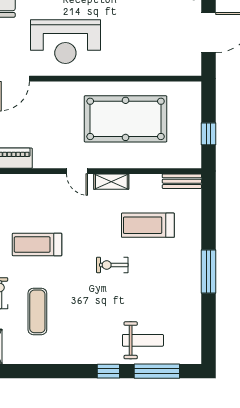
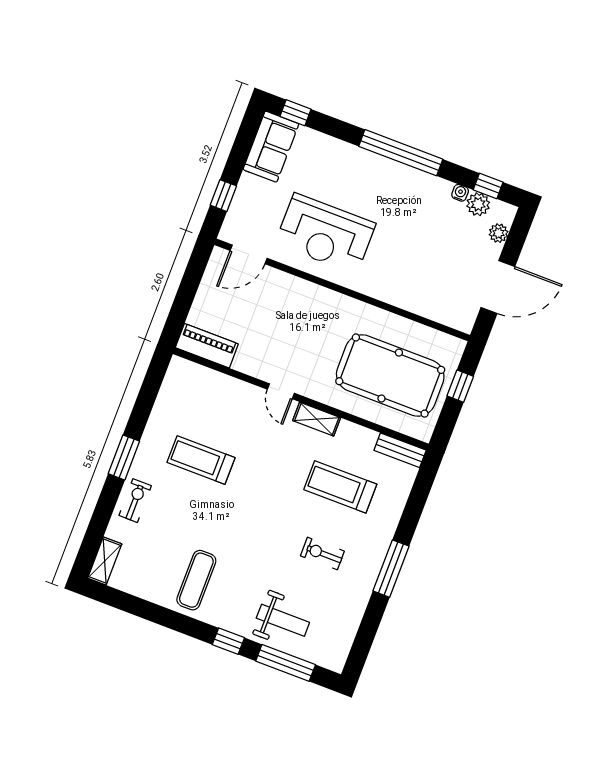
pool table: (126, 119) -> (390, 376), moved
window: (208, 134) -> (460, 386), moved
exercise bike: (112, 265) -> (322, 553), moved
exercise mat: (37, 311) -> (196, 580), moved

